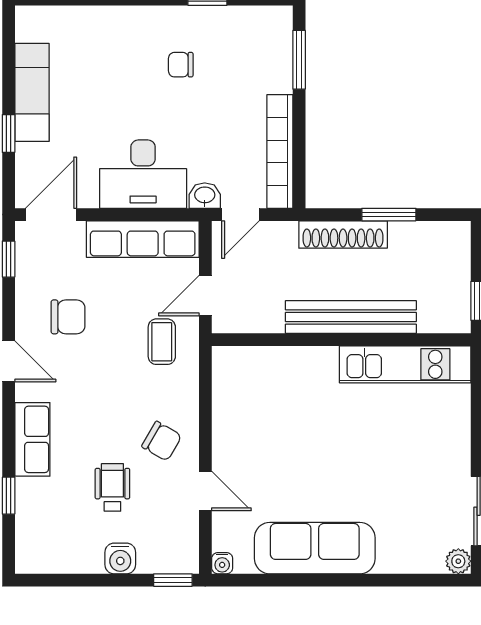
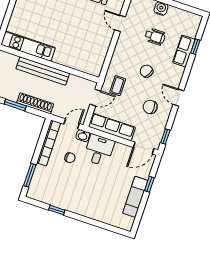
chair: (181, 65) -> (70, 158), moved
desk: (143, 174) -> (99, 150), width x0.73
row of seats: (32, 439) -> (184, 51), moved
chair: (162, 441) -> (147, 71), moved
wheelchair: (112, 487) -> (155, 37), turned -90

